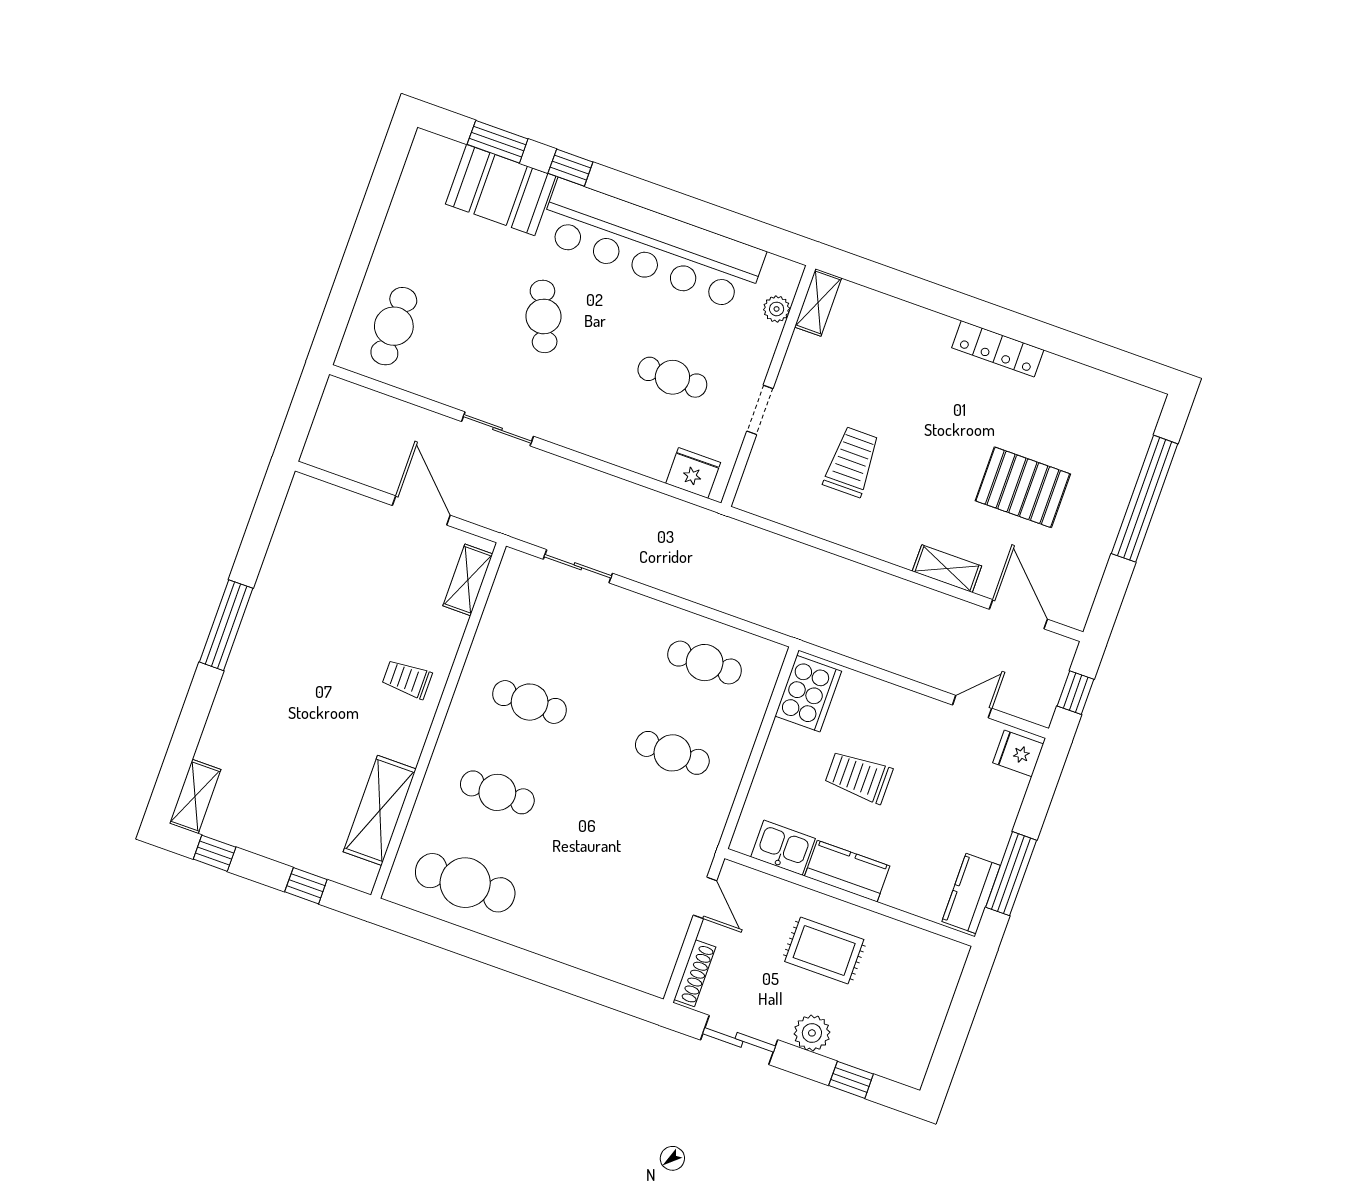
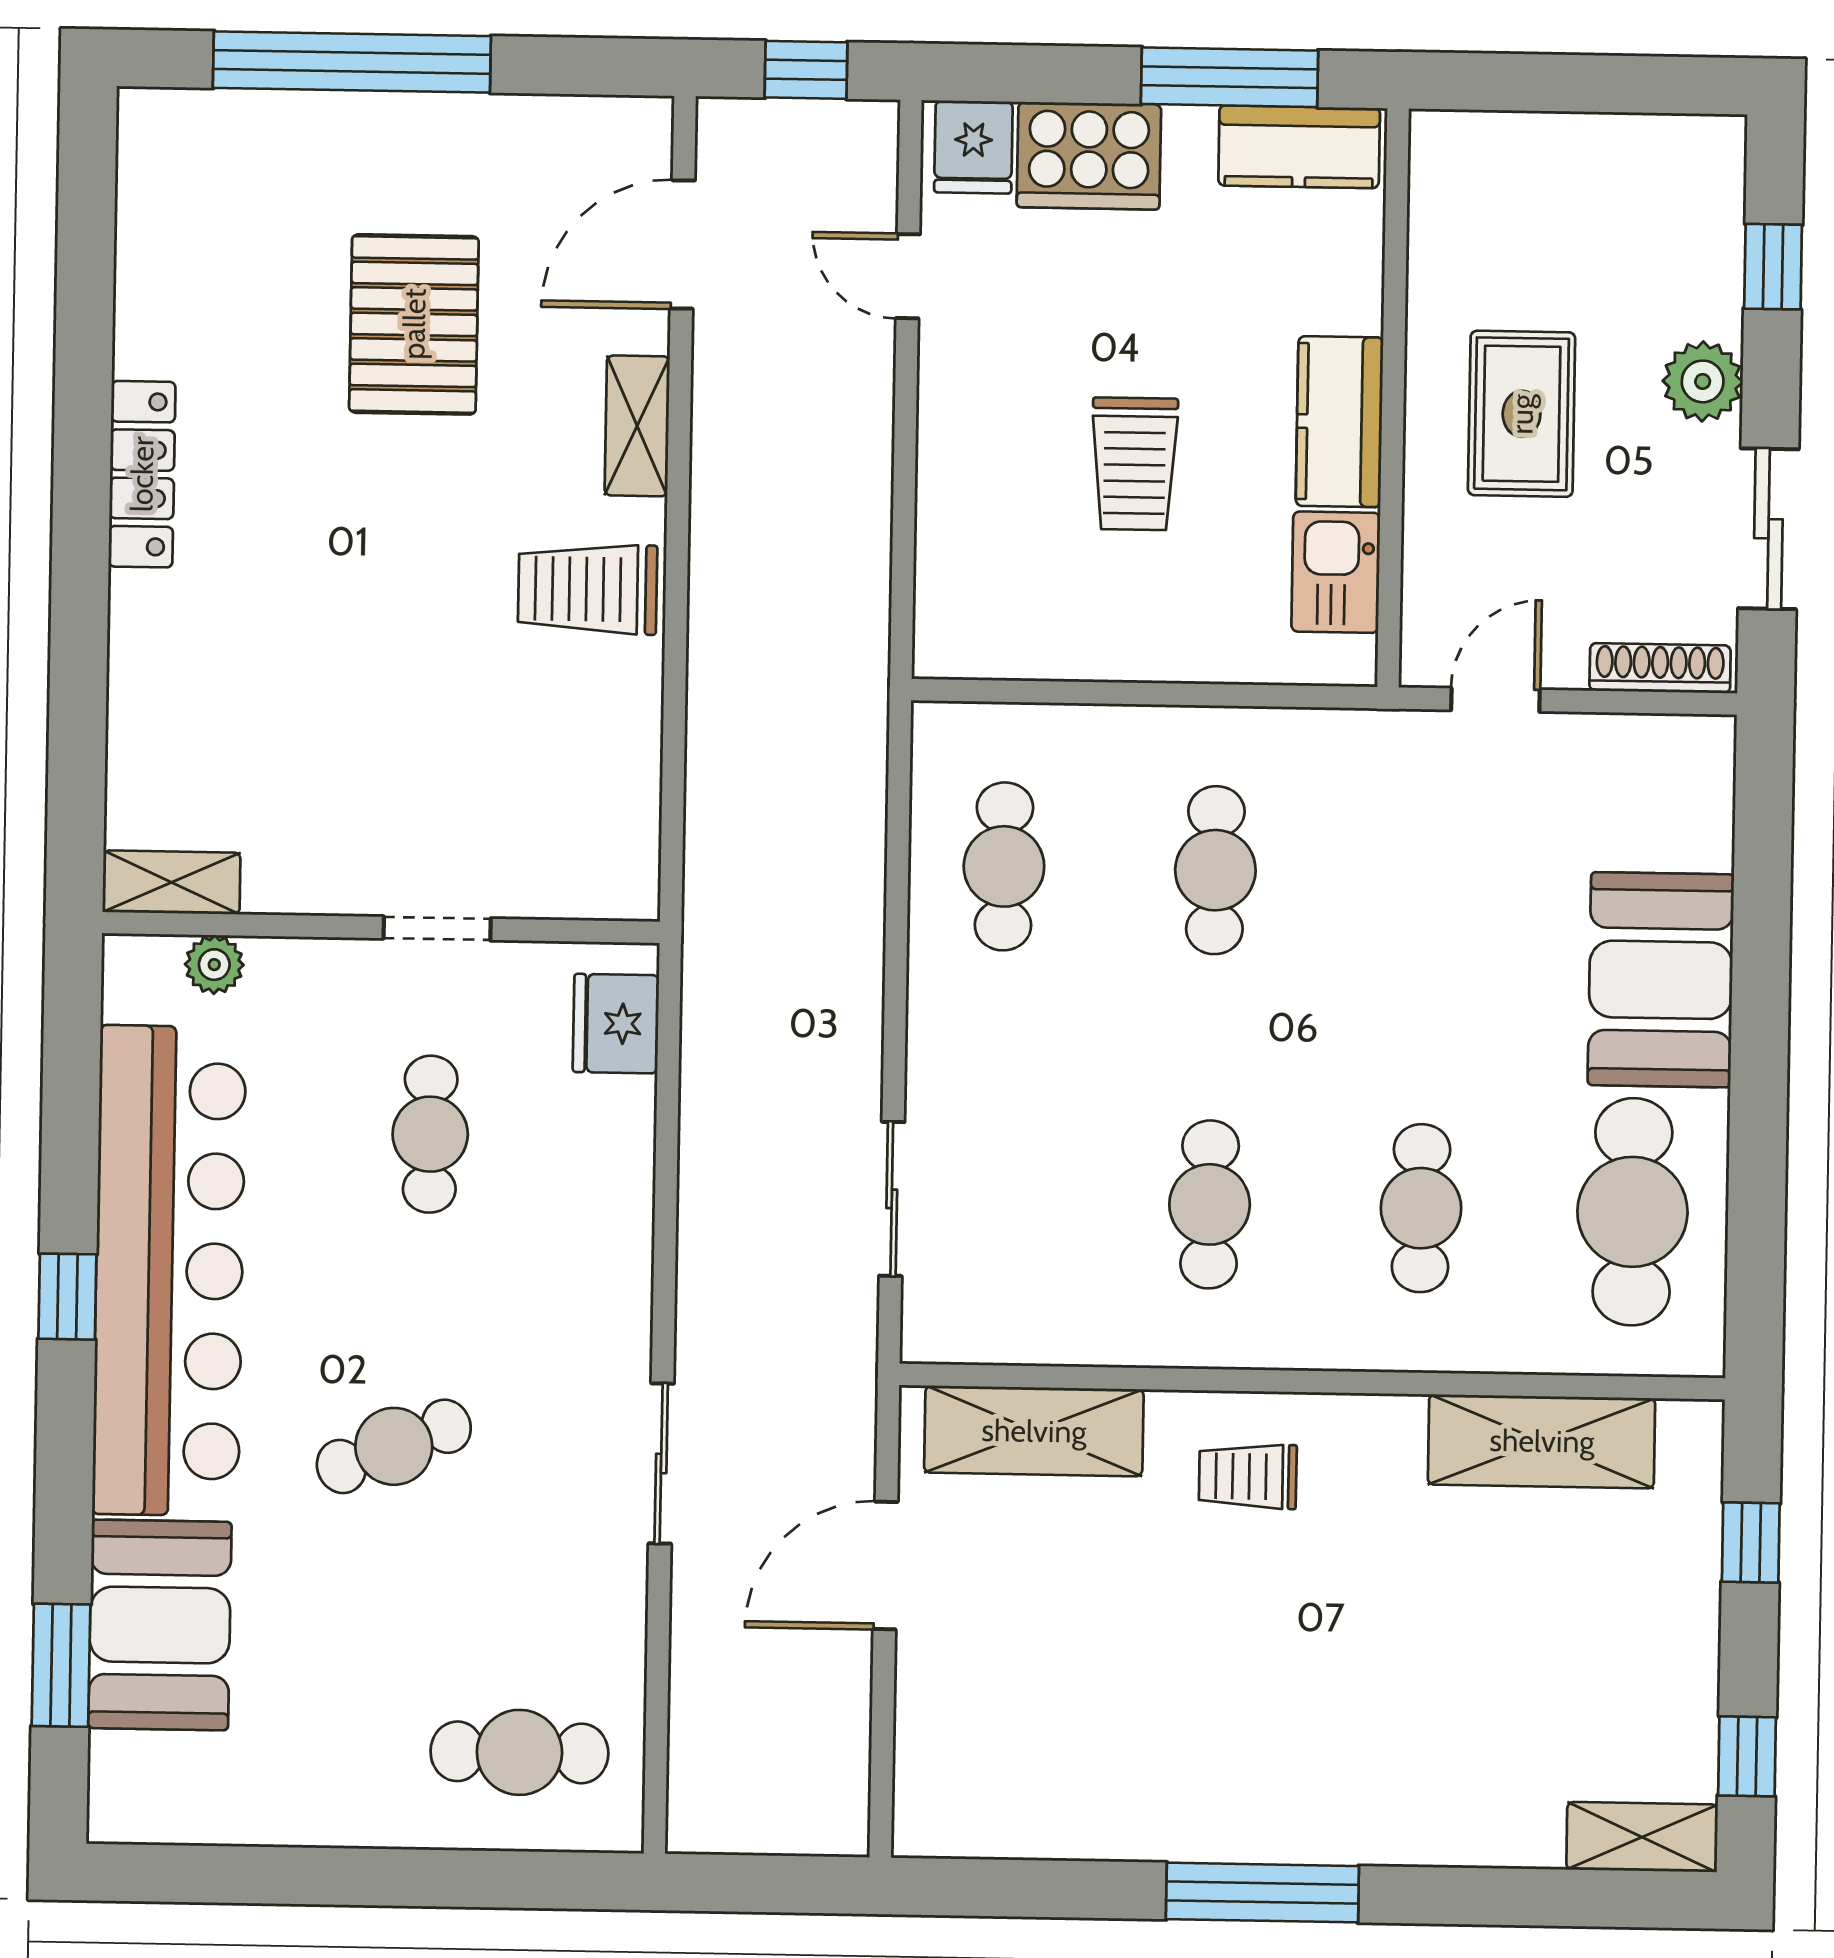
window: (570, 168) -> (67, 1297), moved
trolley: (852, 462) -> (588, 589), moved
shelving: (468, 580) -> (1034, 1431), width x1.50, depth x1.33
trolley: (407, 679) -> (1248, 1476), turned 90
cooker: (808, 694) -> (1089, 156), moved, turned 180
booth: (561, 928) -> (1661, 980), added

